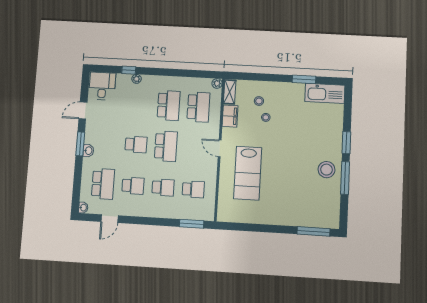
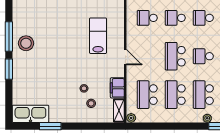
school desk: (139, 104) -> (203, 95), added
lab bench: (248, 173) -> (98, 36), width x0.73, depth x0.72

